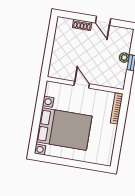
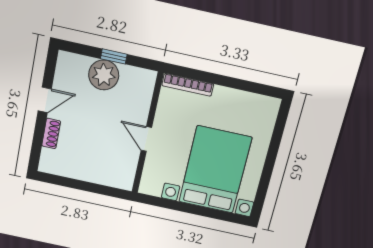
plant: (124, 58) -> (104, 75), width x1.88, depth x1.88
door: (82, 85) -> (146, 139), hinge flipped

